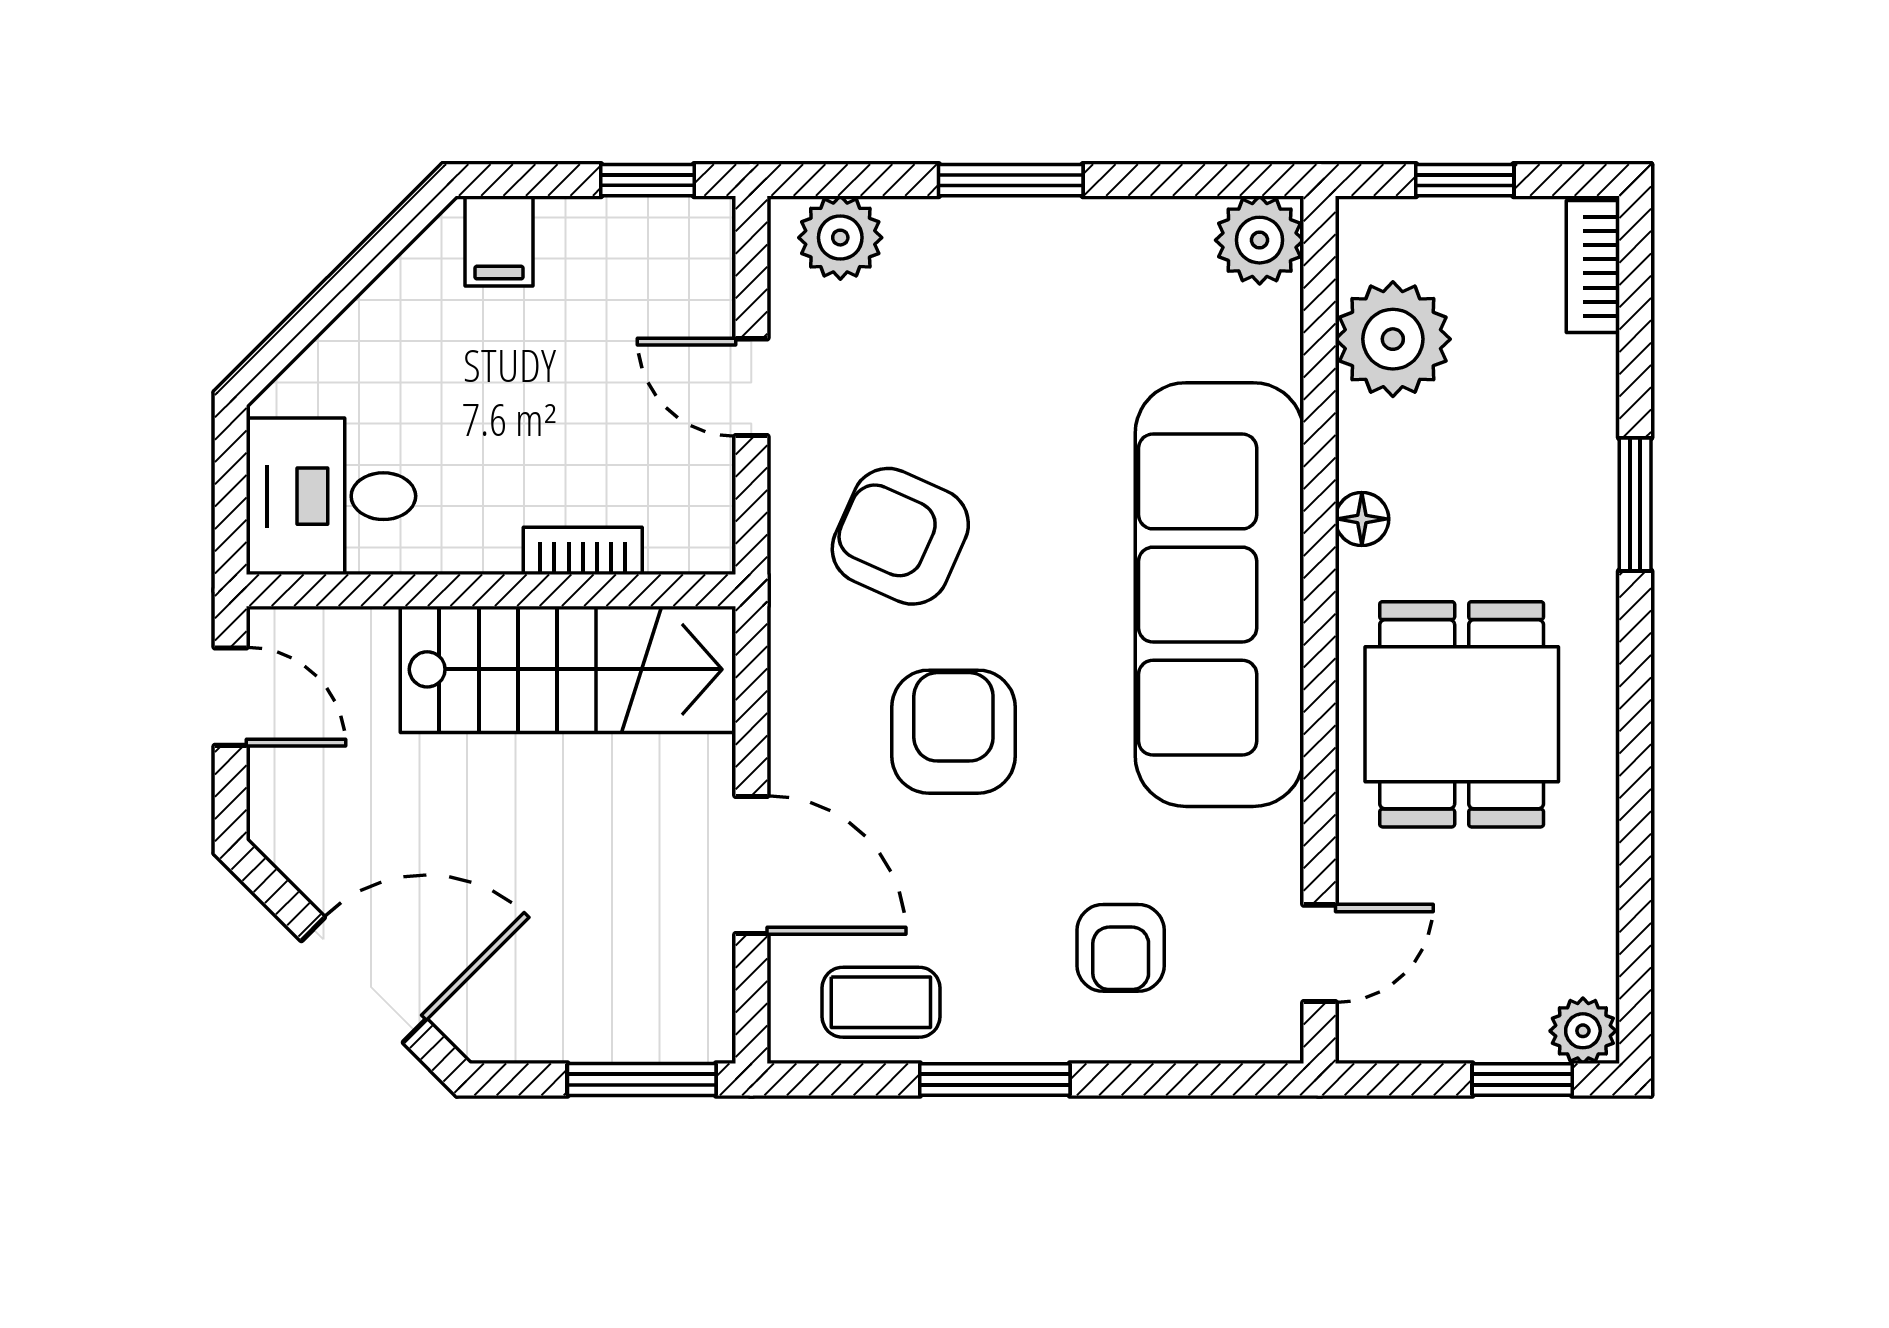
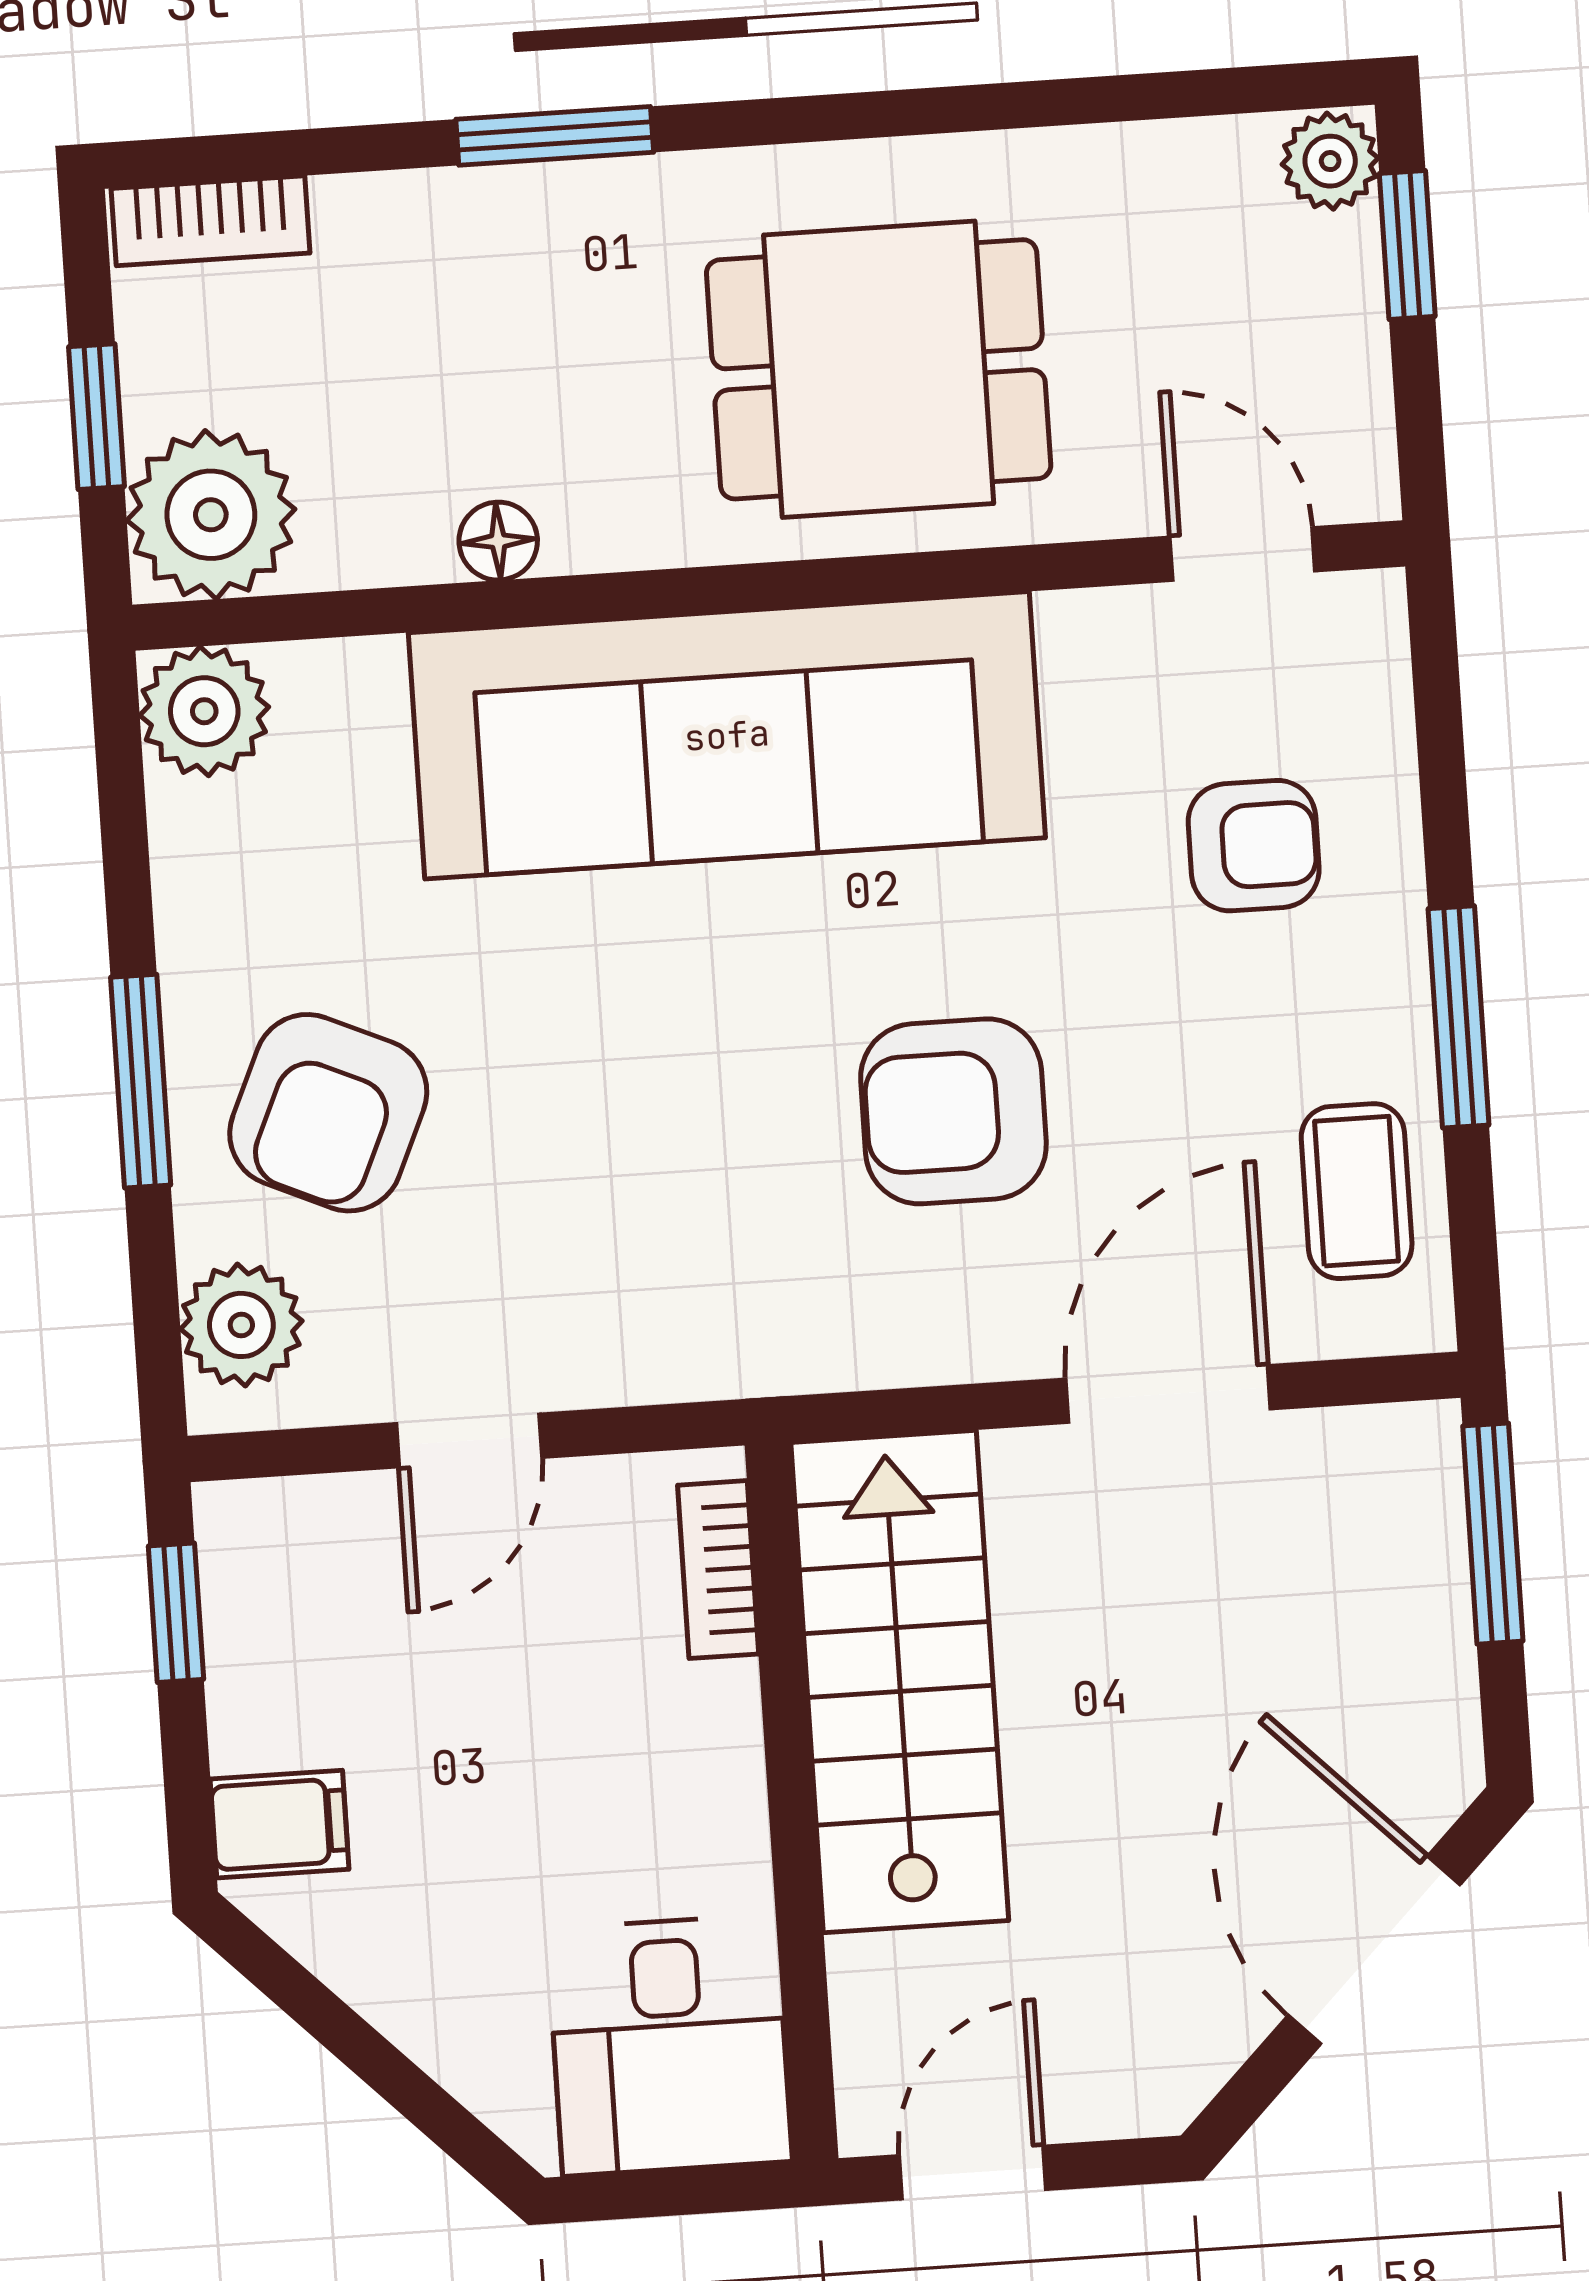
plant: (1393, 339) -> (211, 515), moved
floor lamp: (1362, 519) -> (498, 541), moved
armchair: (900, 536) -> (328, 1113), moved
bookcase: (583, 551) -> (718, 1570), moved

